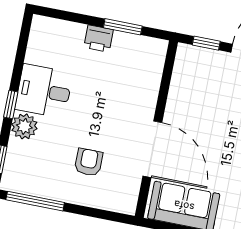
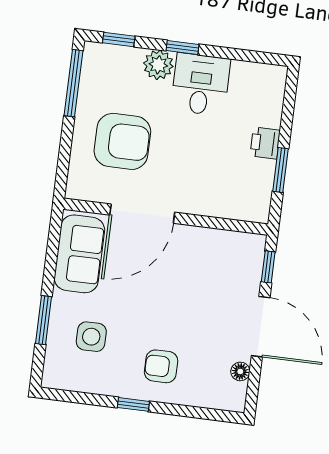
armchair: (89, 162) -> (122, 141), width x1.88, depth x1.88

